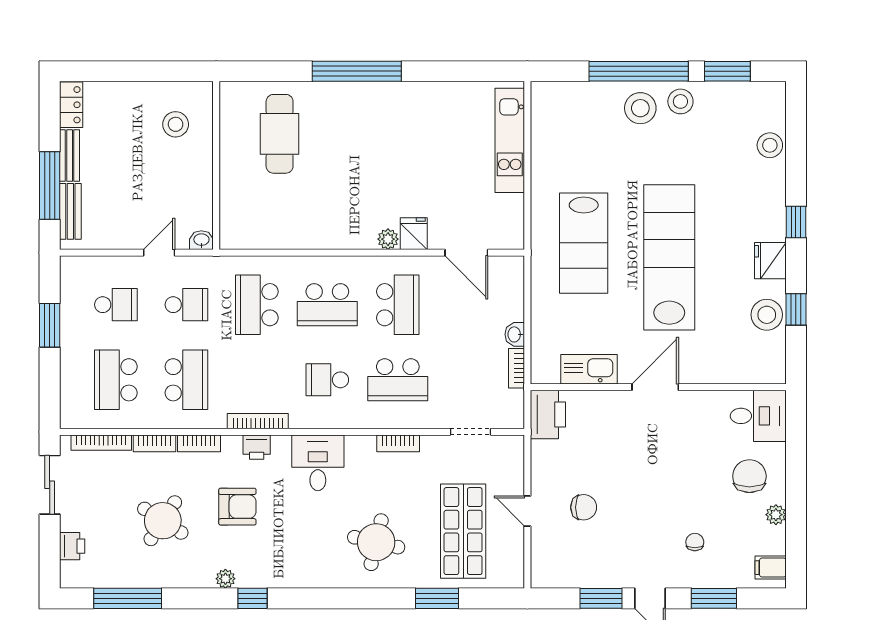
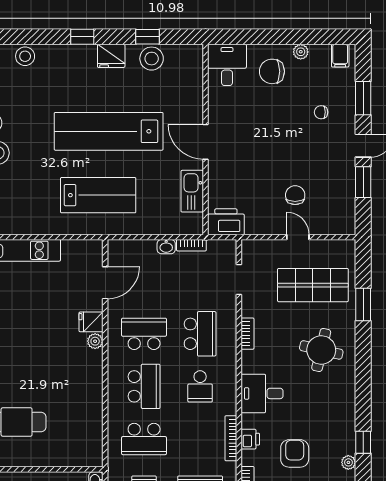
door: (527, 511) -> (298, 237), swing flipped

